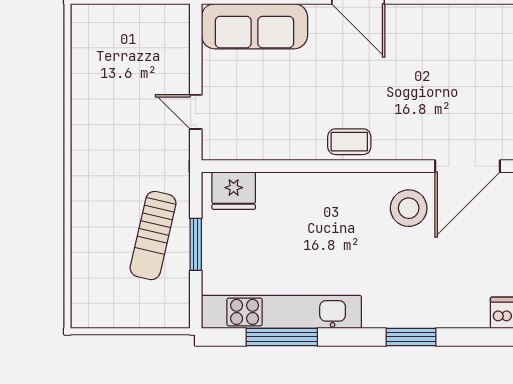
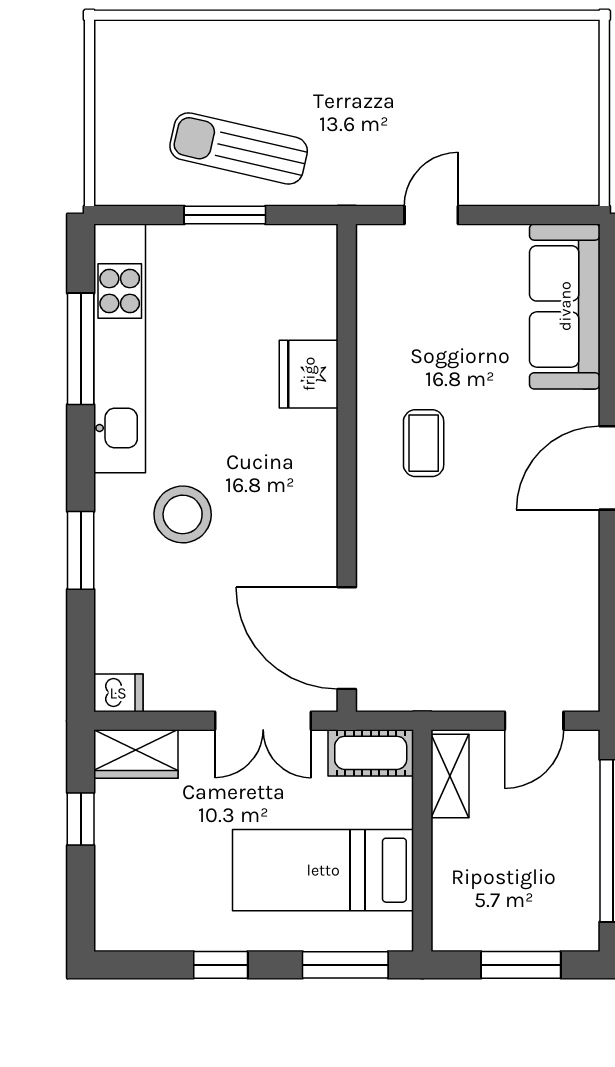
coffee table: (349, 142) -> (424, 443), moved
fridge: (234, 191) -> (309, 374), moved
stool: (409, 208) -> (183, 514), moved

